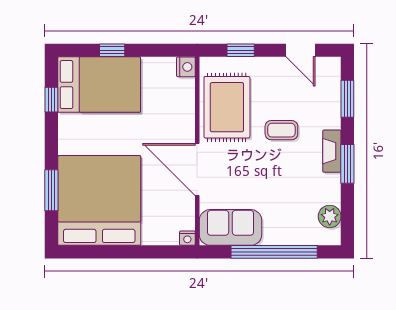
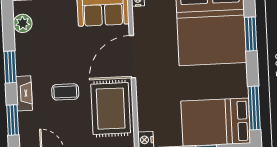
window: (51, 100) -> (254, 108), width x2.17
fireplace: (332, 151) -> (24, 93), moved
door: (197, 169) -> (132, 57), swing flipped

